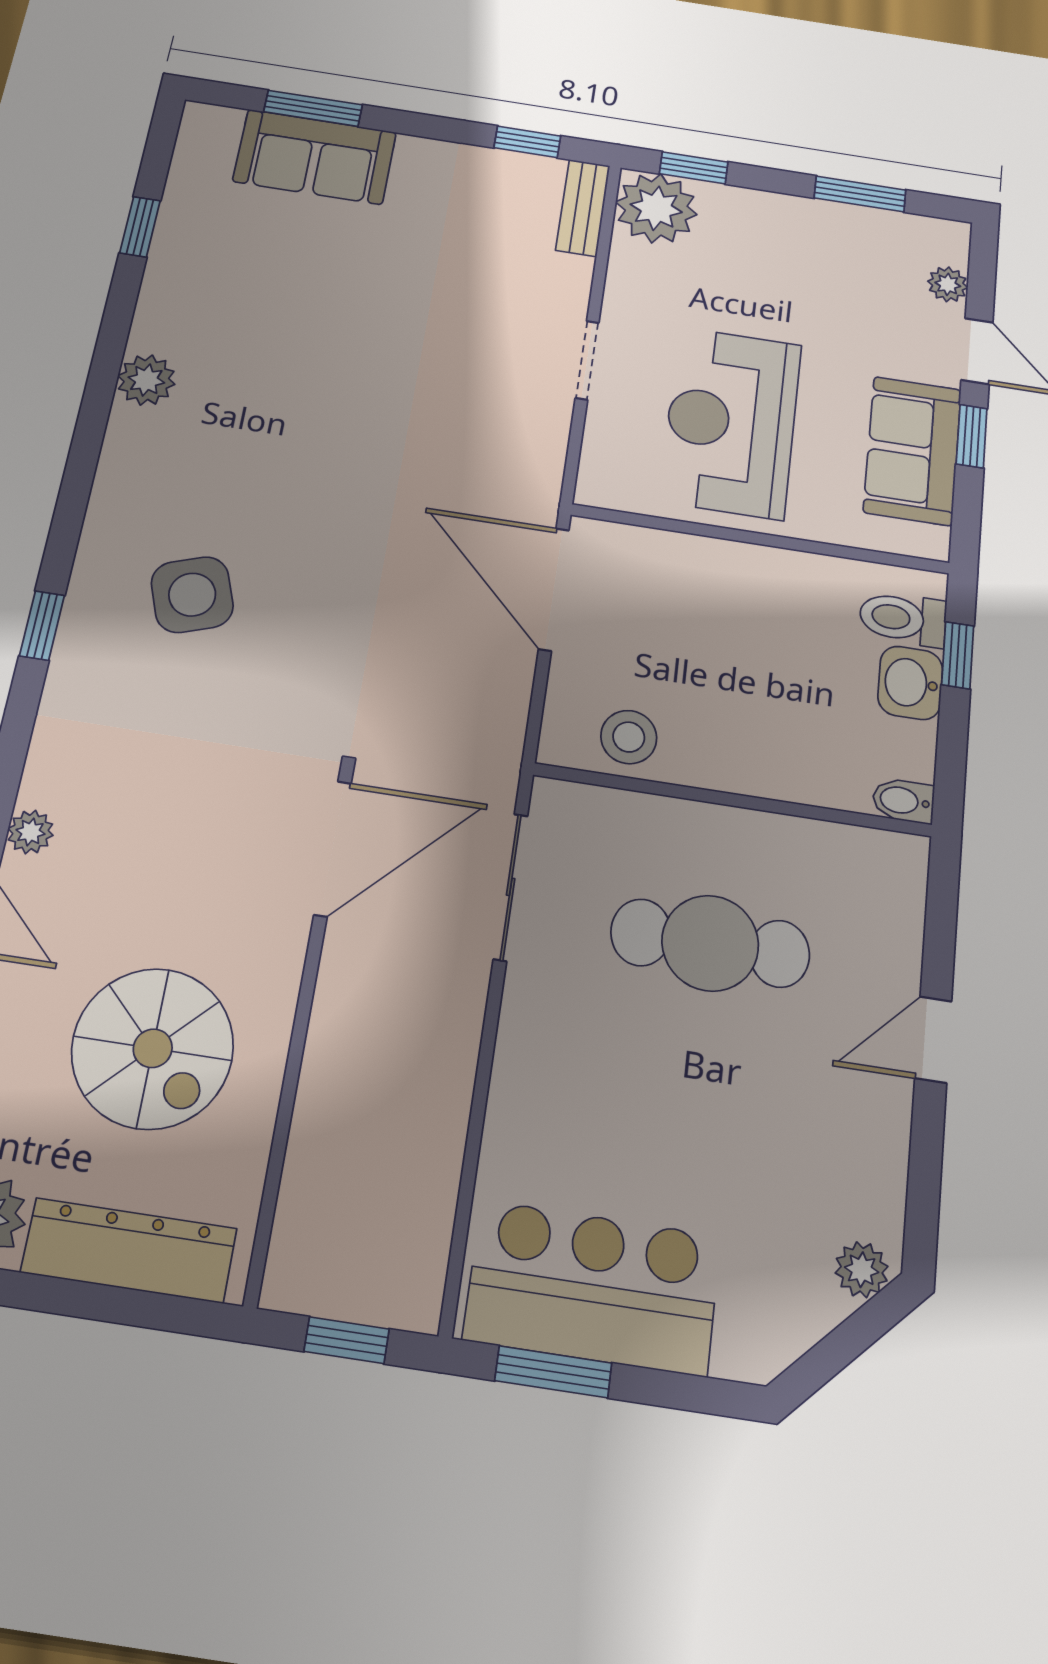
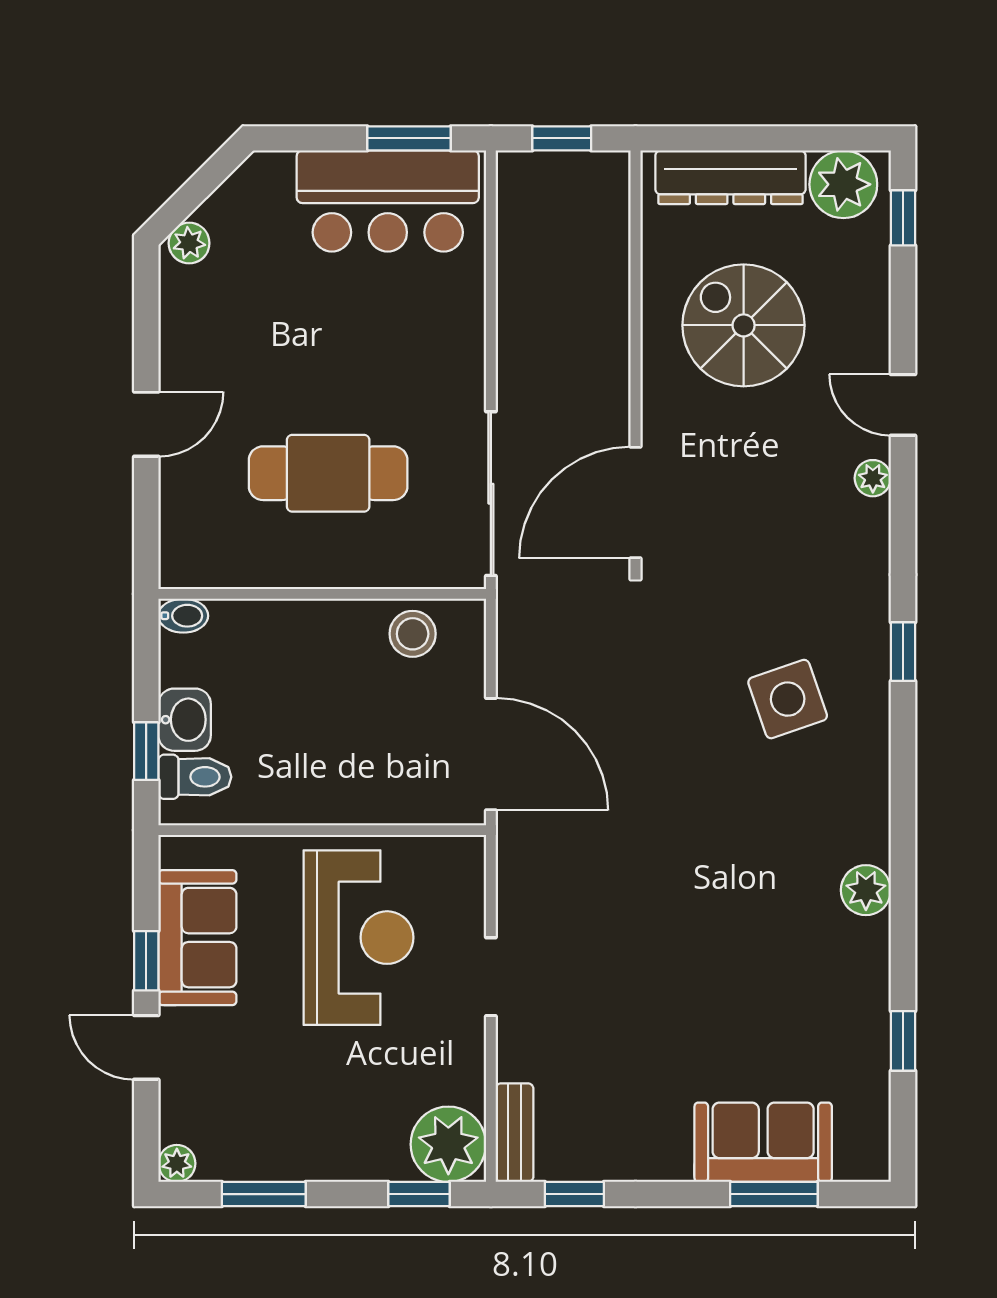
plant: (948, 284) -> (177, 1163), moved
sliding door: (511, 887) -> (491, 494), width x1.37

